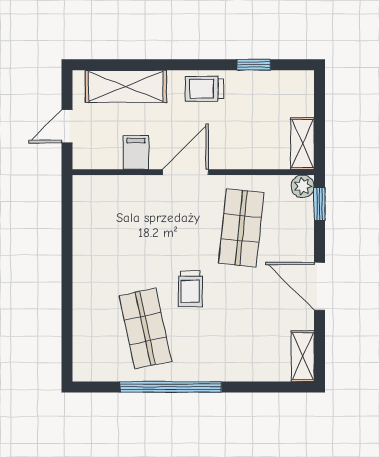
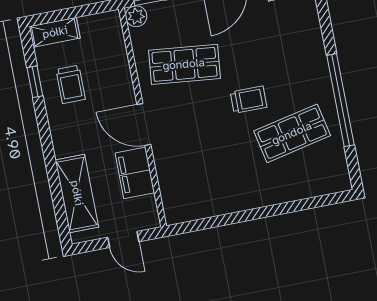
trolley: (204, 89) -> (71, 84), moved
shelving: (302, 144) -> (55, 32), moved
filing cabinet: (136, 152) -> (135, 173), width x2.00

